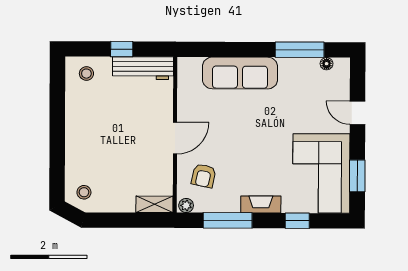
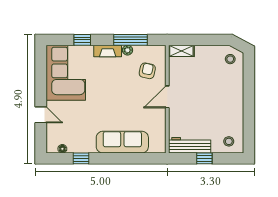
window: (300, 50) -> (81, 158), width x0.46
window: (357, 176) -> (41, 71), removed
plant: (186, 205) -> (128, 50), moved

